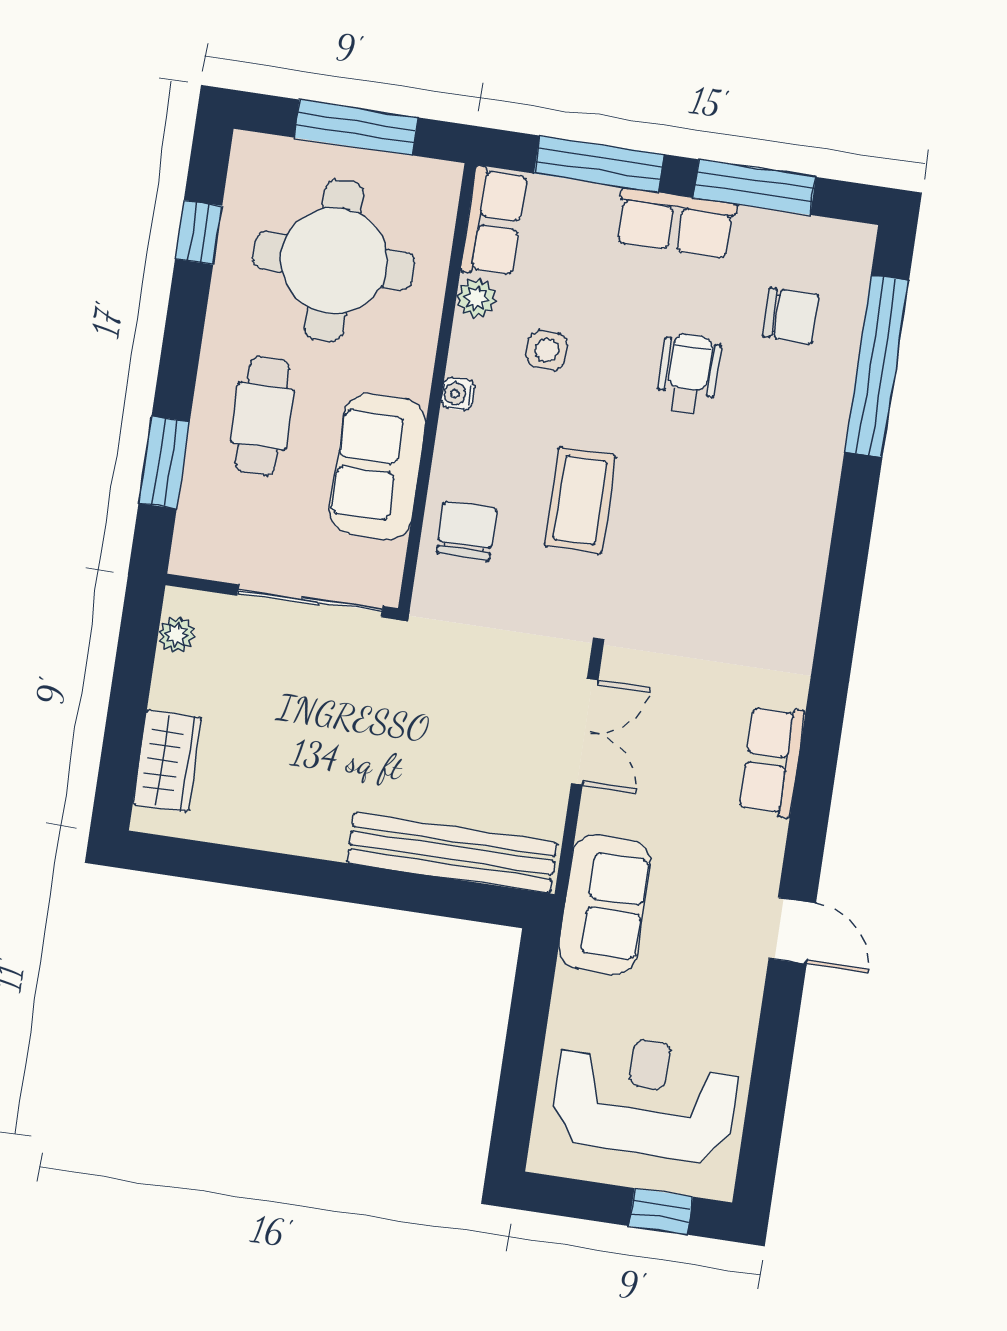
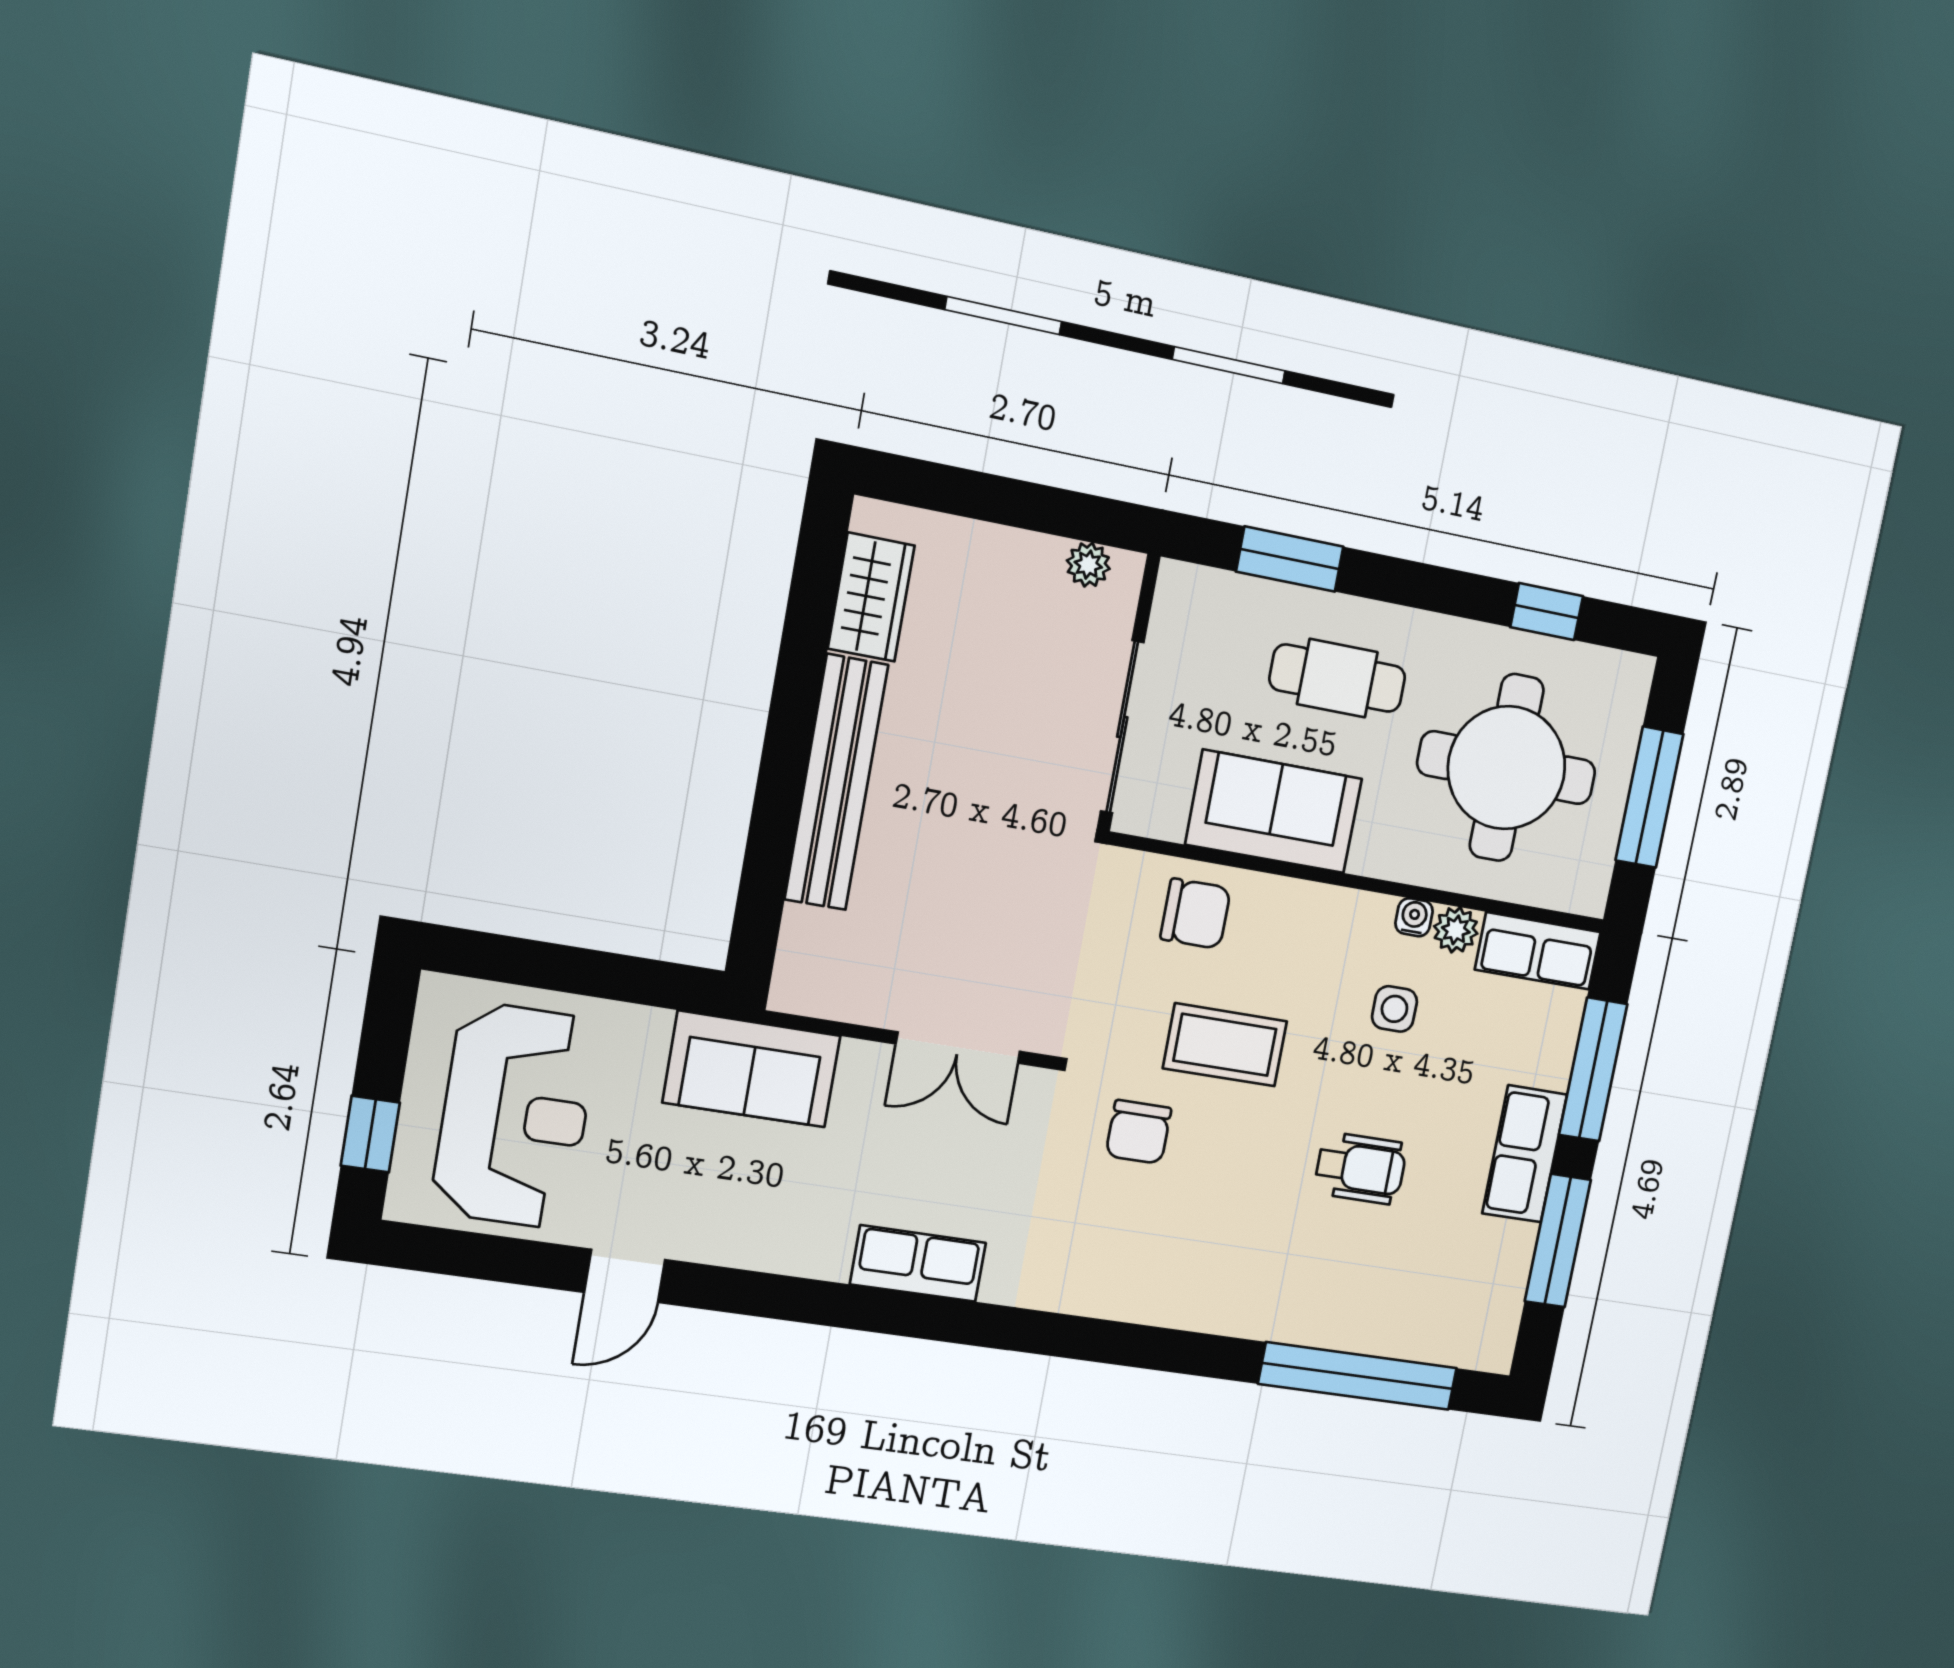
chair: (791, 316) -> (1138, 1132), moved
water cooler: (458, 394) -> (1414, 917), moved
wardrobe: (167, 761) -> (871, 597), moved, turned -90
bench: (452, 853) -> (836, 782), moved
door: (792, 931) -> (625, 1276), moved

